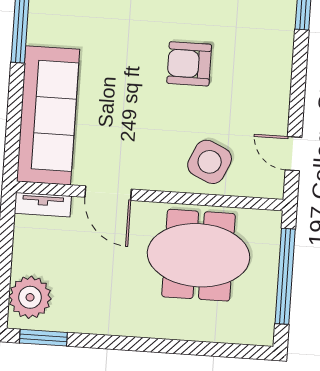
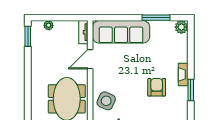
armchair: (189, 64) -> (157, 87), moved
plant: (30, 297) -> (49, 25), width x0.53, depth x0.53

